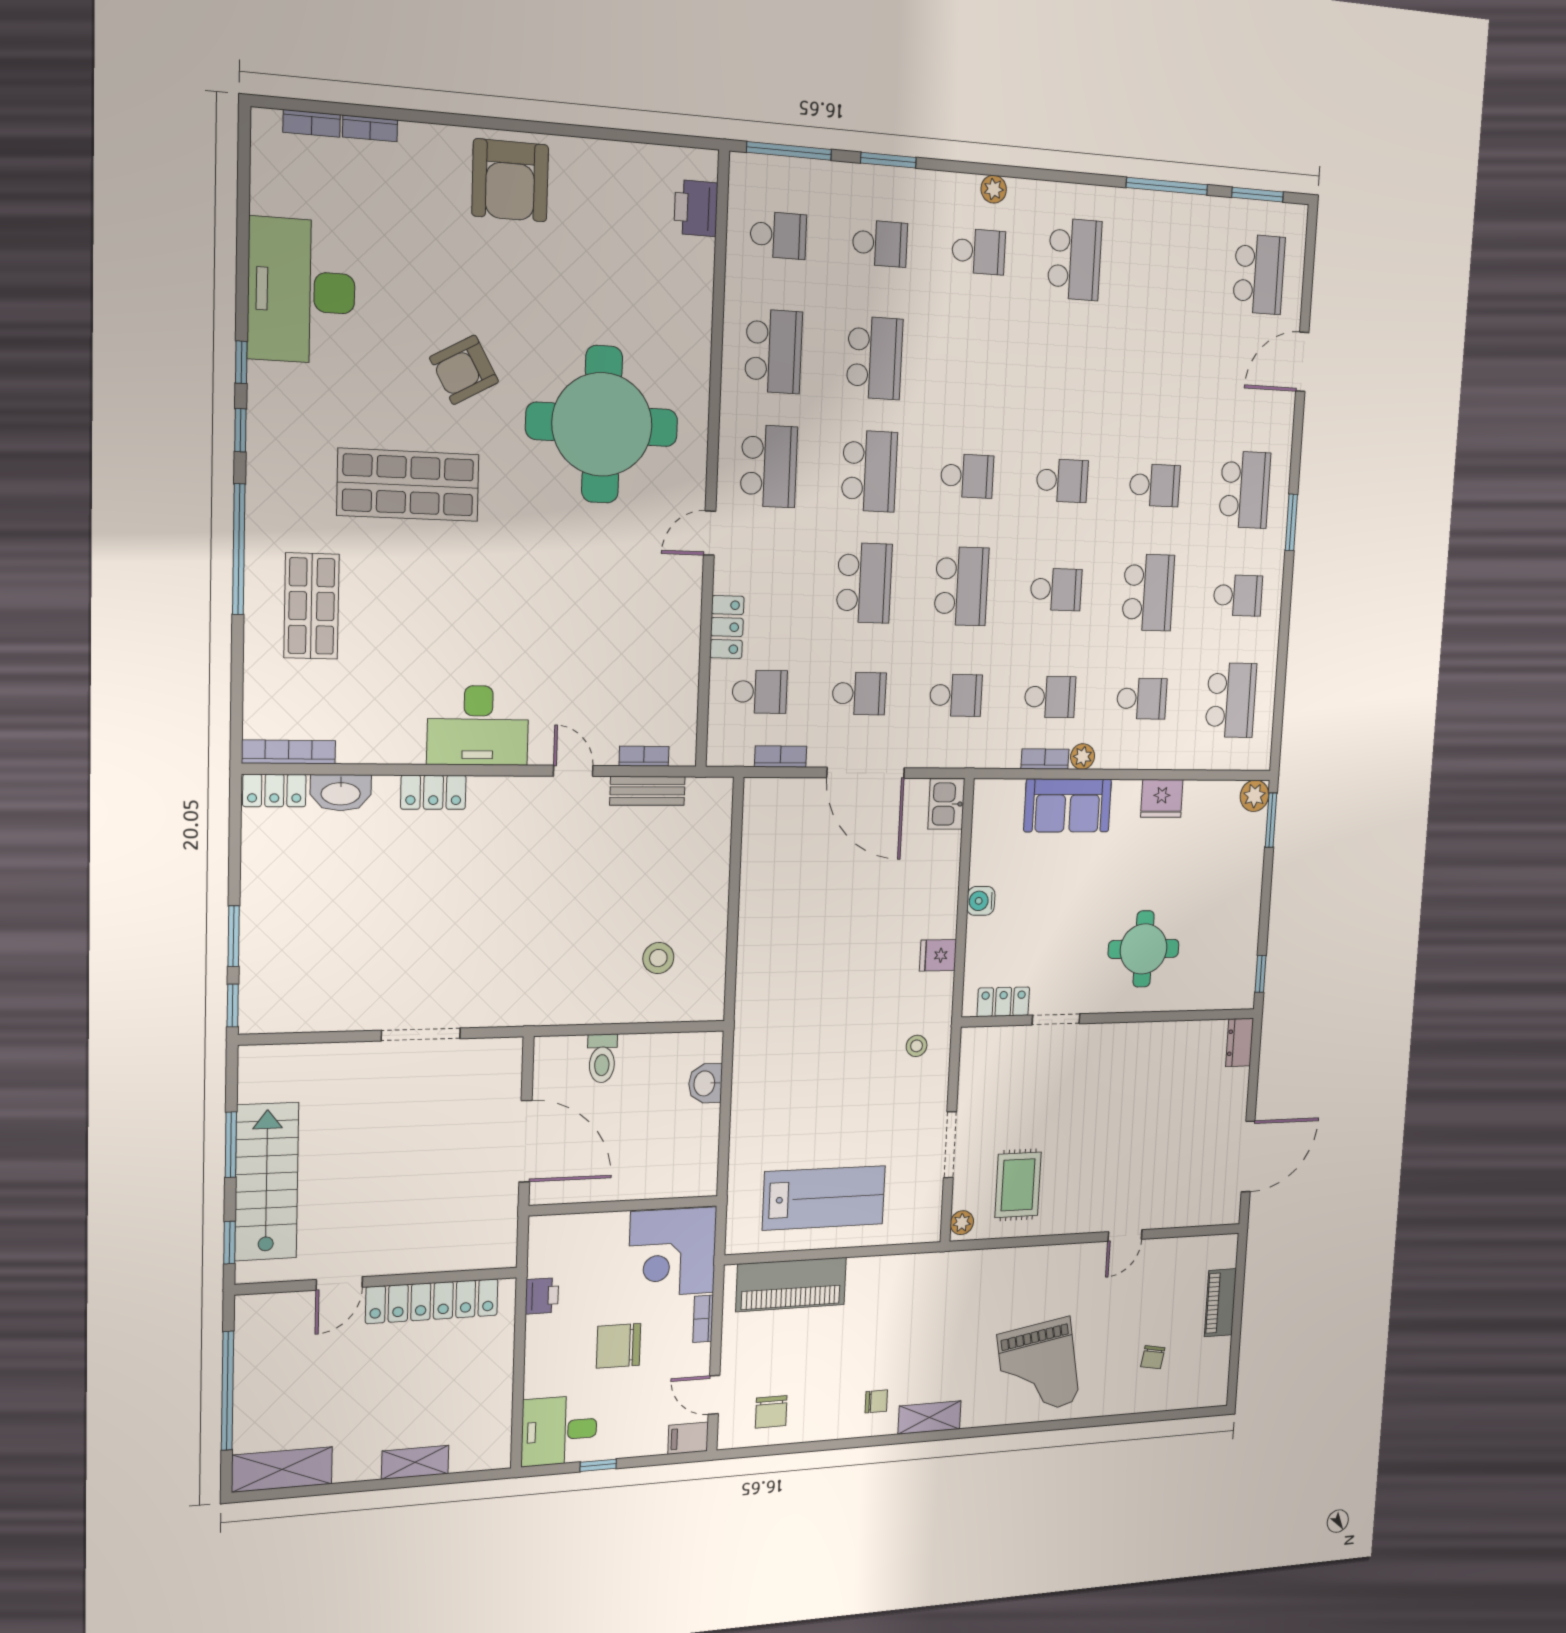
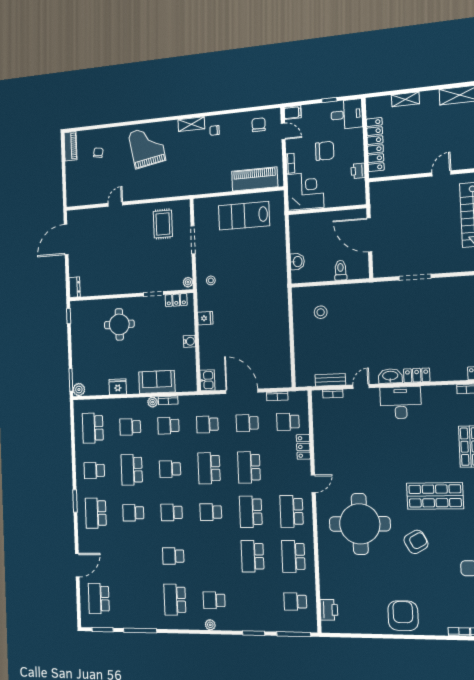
school desk: (880, 243) -> (173, 556), moved
door: (573, 771) -> (361, 386), swing flipped
washbasin: (341, 793) -> (390, 376), moved
plant: (962, 1223) -> (188, 282), moved
locker: (432, 1301) -> (375, 145), moved, turned 90
piano: (1220, 1303) -> (70, 146), moved

